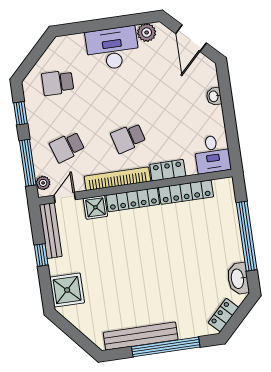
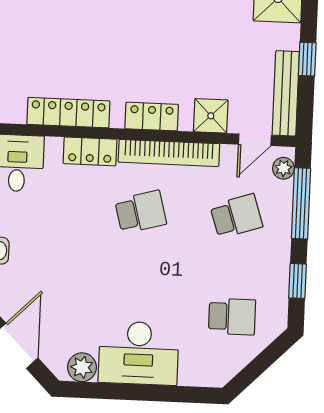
locker: (133, 200) -> (152, 117), width x0.66

